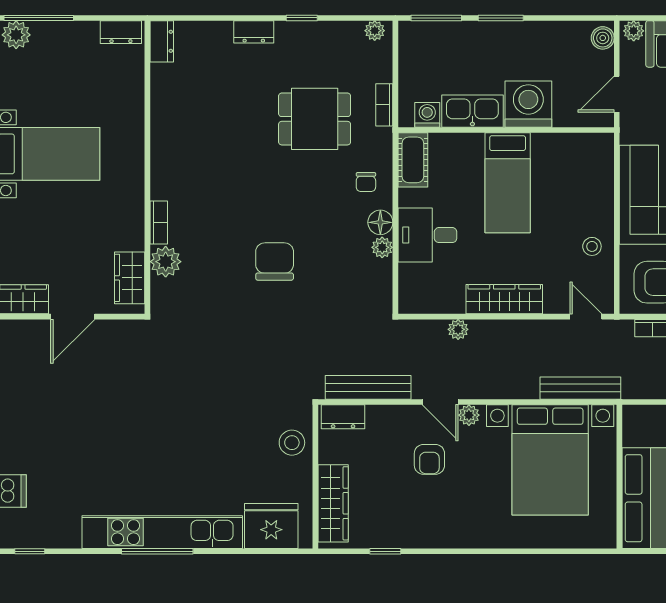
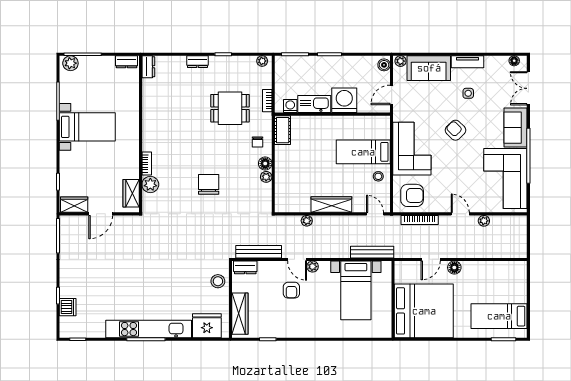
bed: (508, 183) -> (363, 152), moved, turned 90
desk: (427, 235) -> (290, 170), removed
bed with nightstands: (550, 460) -> (356, 290), width x0.73

